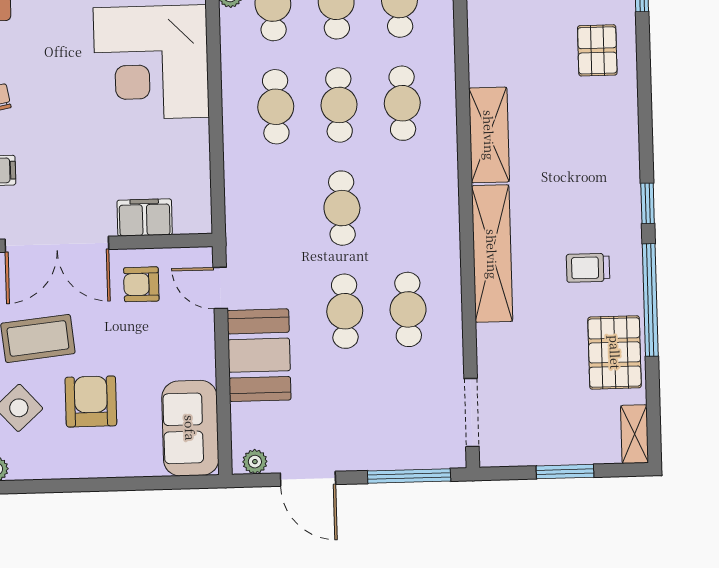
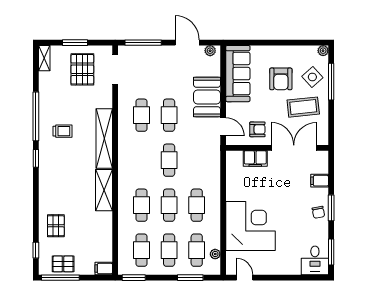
pallet: (615, 352) -> (82, 69), moved
sofa: (190, 428) -> (238, 74), width x1.36

